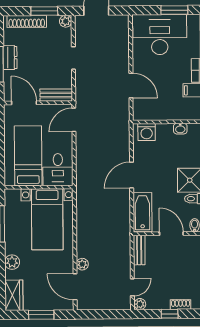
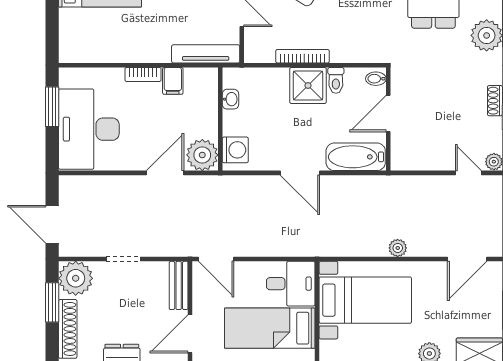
plant: (66, 21) -> (76, 278), width x1.88, depth x1.88
plant: (143, 110) -> (202, 155), added
bench: (139, 250) -> (413, 162), removed
plant: (82, 264) -> (398, 248), moved

